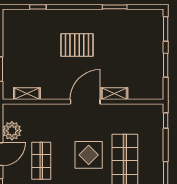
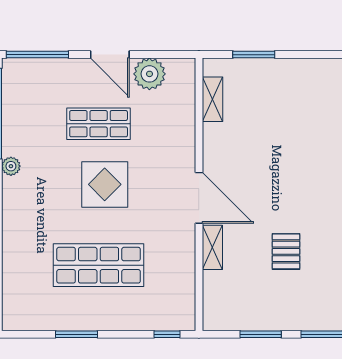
pallet: (77, 45) -> (286, 251), moved, width x0.67, depth x0.71
display table: (89, 155) -> (105, 184), moved

